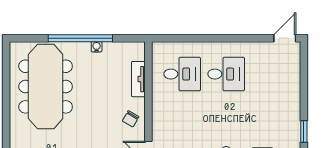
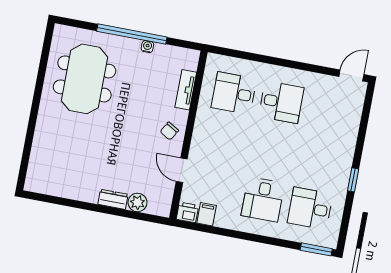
desk: (182, 74) -> (234, 93), turned 180
meeting table: (46, 87) -> (84, 79), width x0.73

